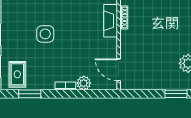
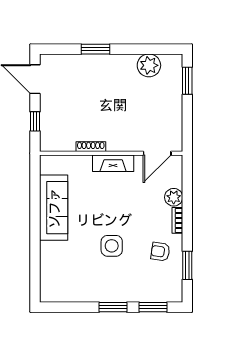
fireplace: (111, 21) -> (113, 163), moved
armchair: (41, 72) -> (160, 252), added
rug: (17, 74) -> (163, 281), removed

